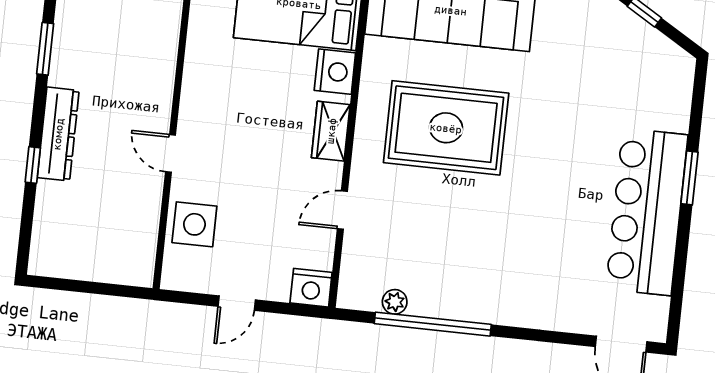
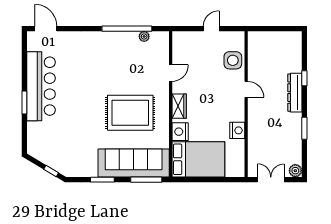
nightstand: (311, 288) -> (237, 130), moved, turned 90

